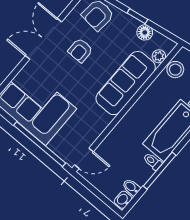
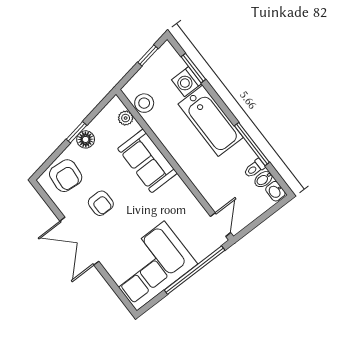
floor lamp: (145, 32) -> (86, 139), moved
sofa: (126, 83) -> (147, 161), width x0.73
toilet: (153, 161) -> (254, 168), moved

